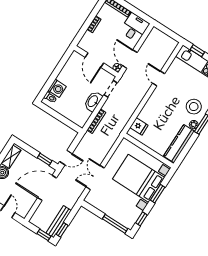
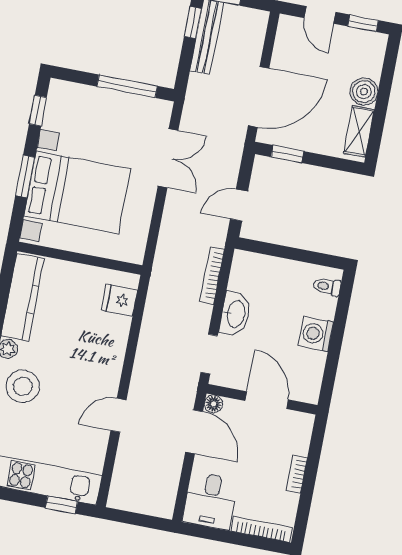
door: (159, 79) -> (118, 415), swing flipped
washing machine: (57, 88) -> (316, 334), moved
door: (66, 158) -> (239, 205), moved
window: (115, 224) -> (127, 86), moved

